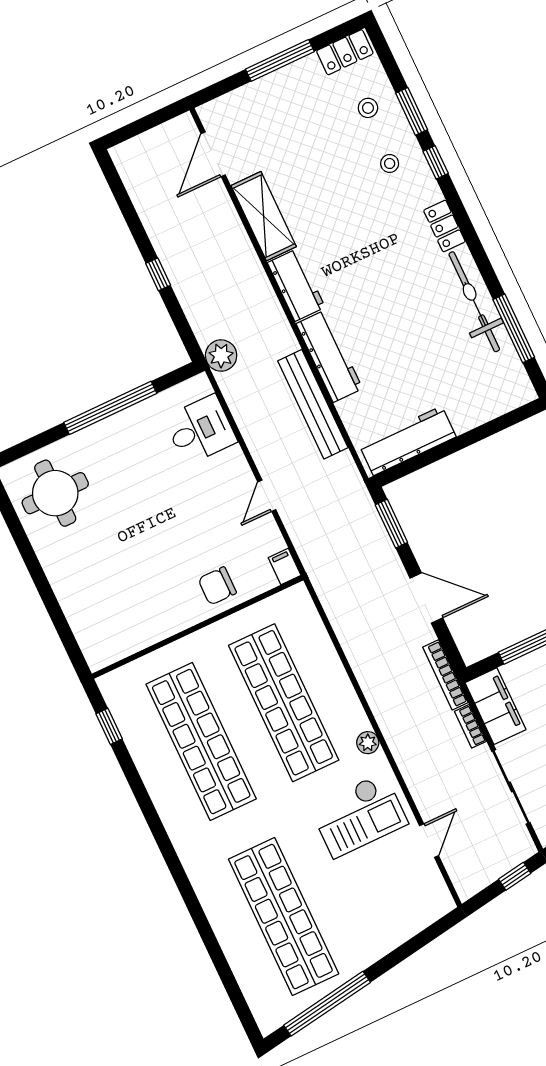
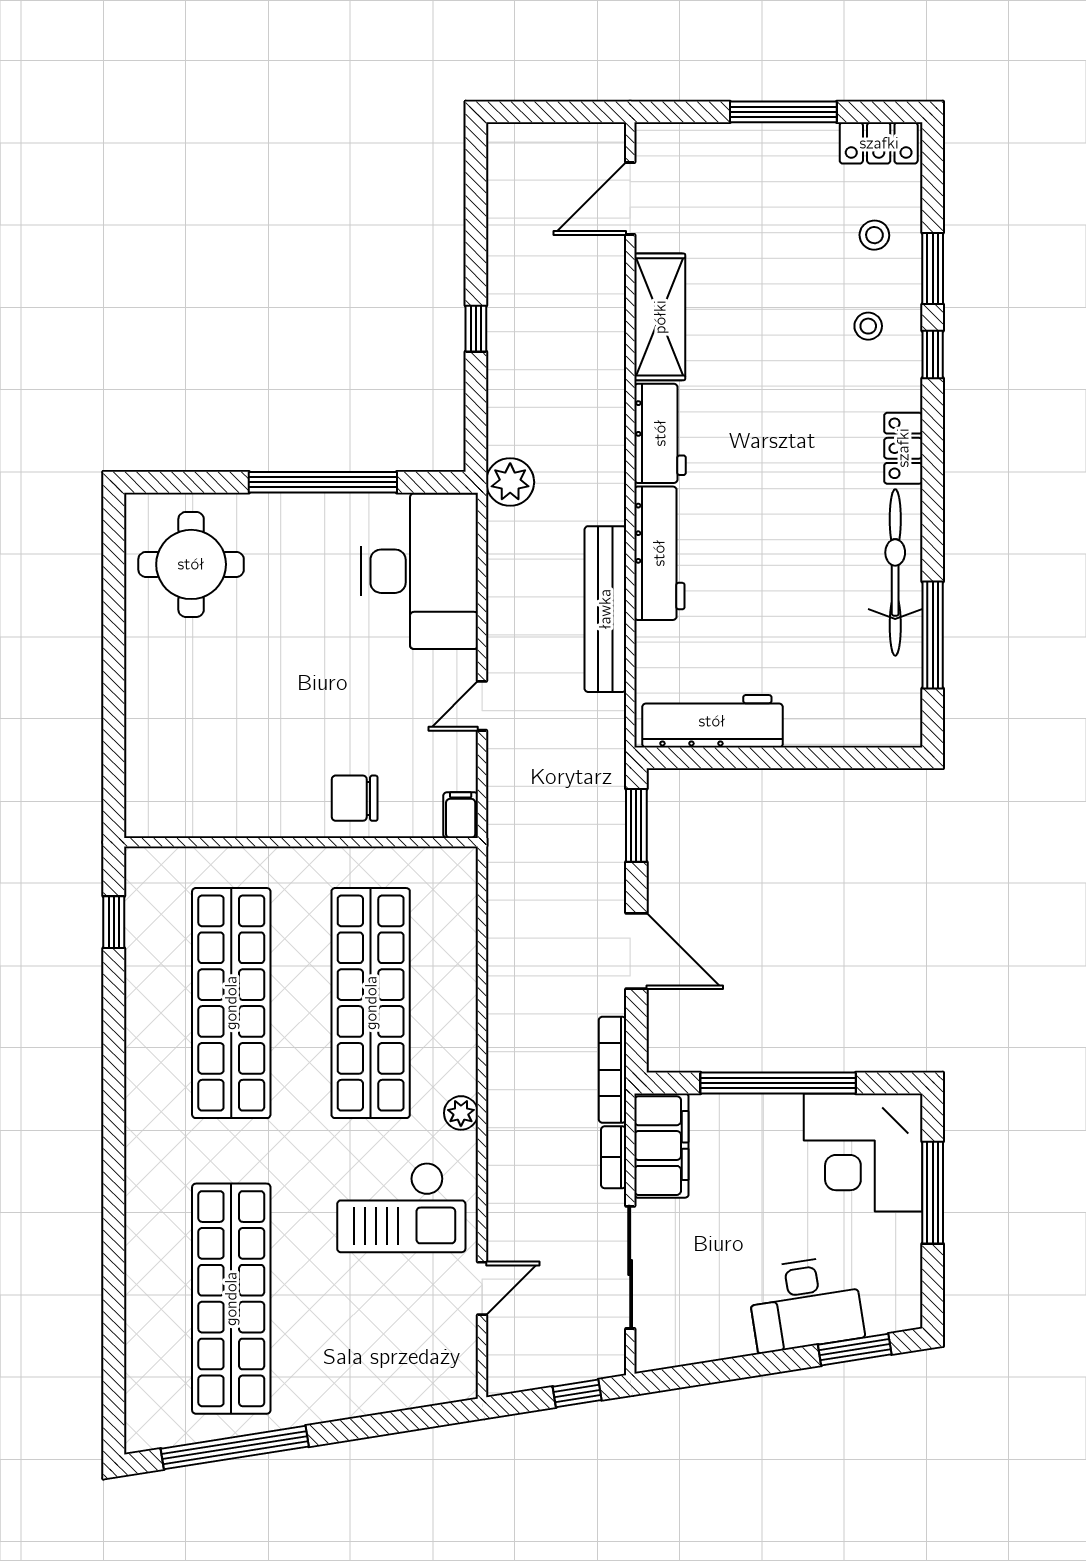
desk: (200, 430) -> (420, 571), width x1.87, depth x1.30

